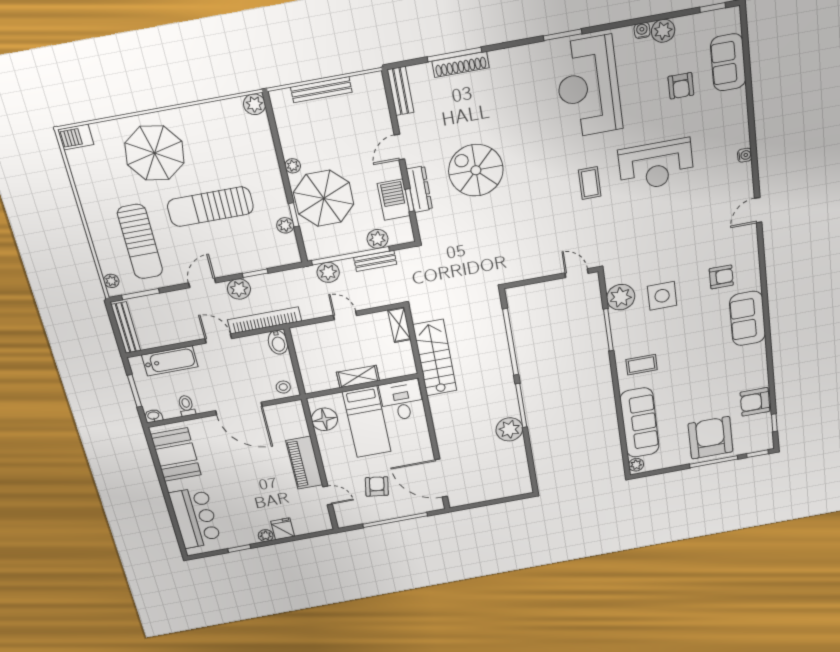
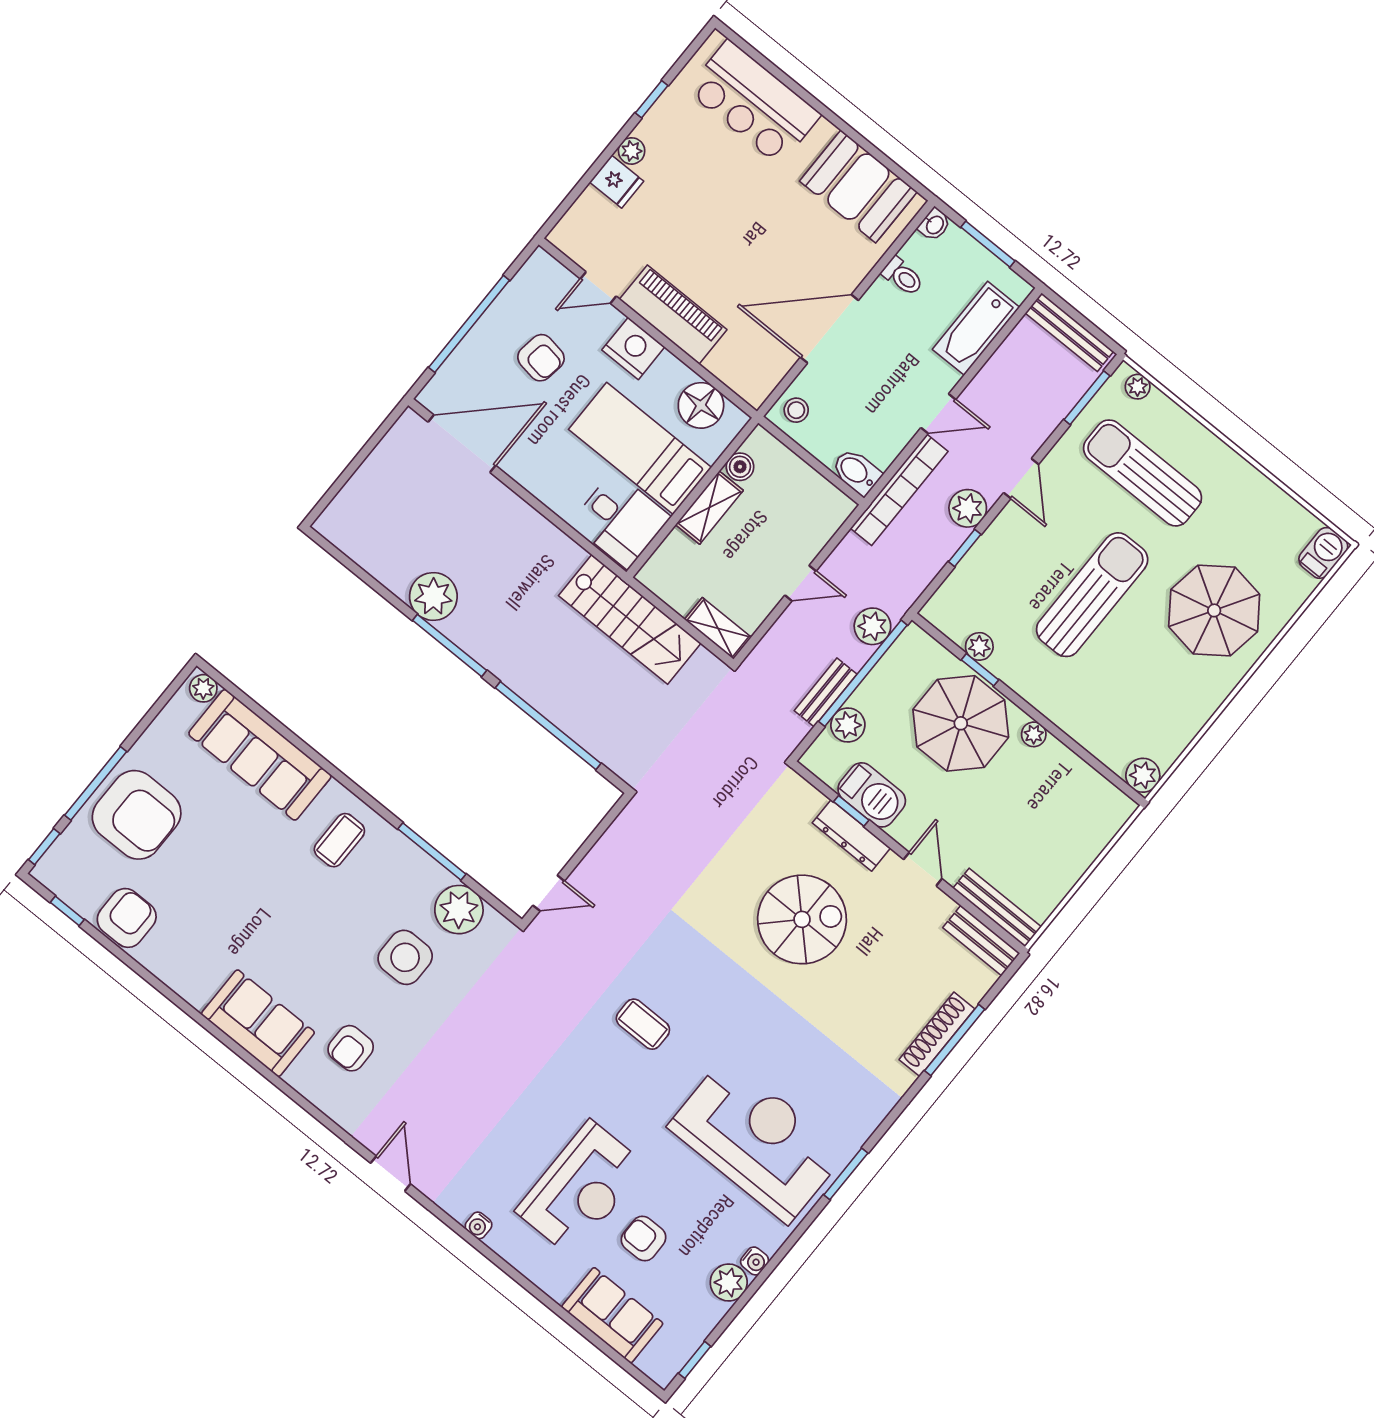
bench: (321, 90) -> (997, 908), moved, turned 90
reception desk: (656, 165) -> (581, 1188), moved, turned 180
boiler: (329, 383) -> (740, 467), added
nightstand: (334, 462) -> (633, 348), added

